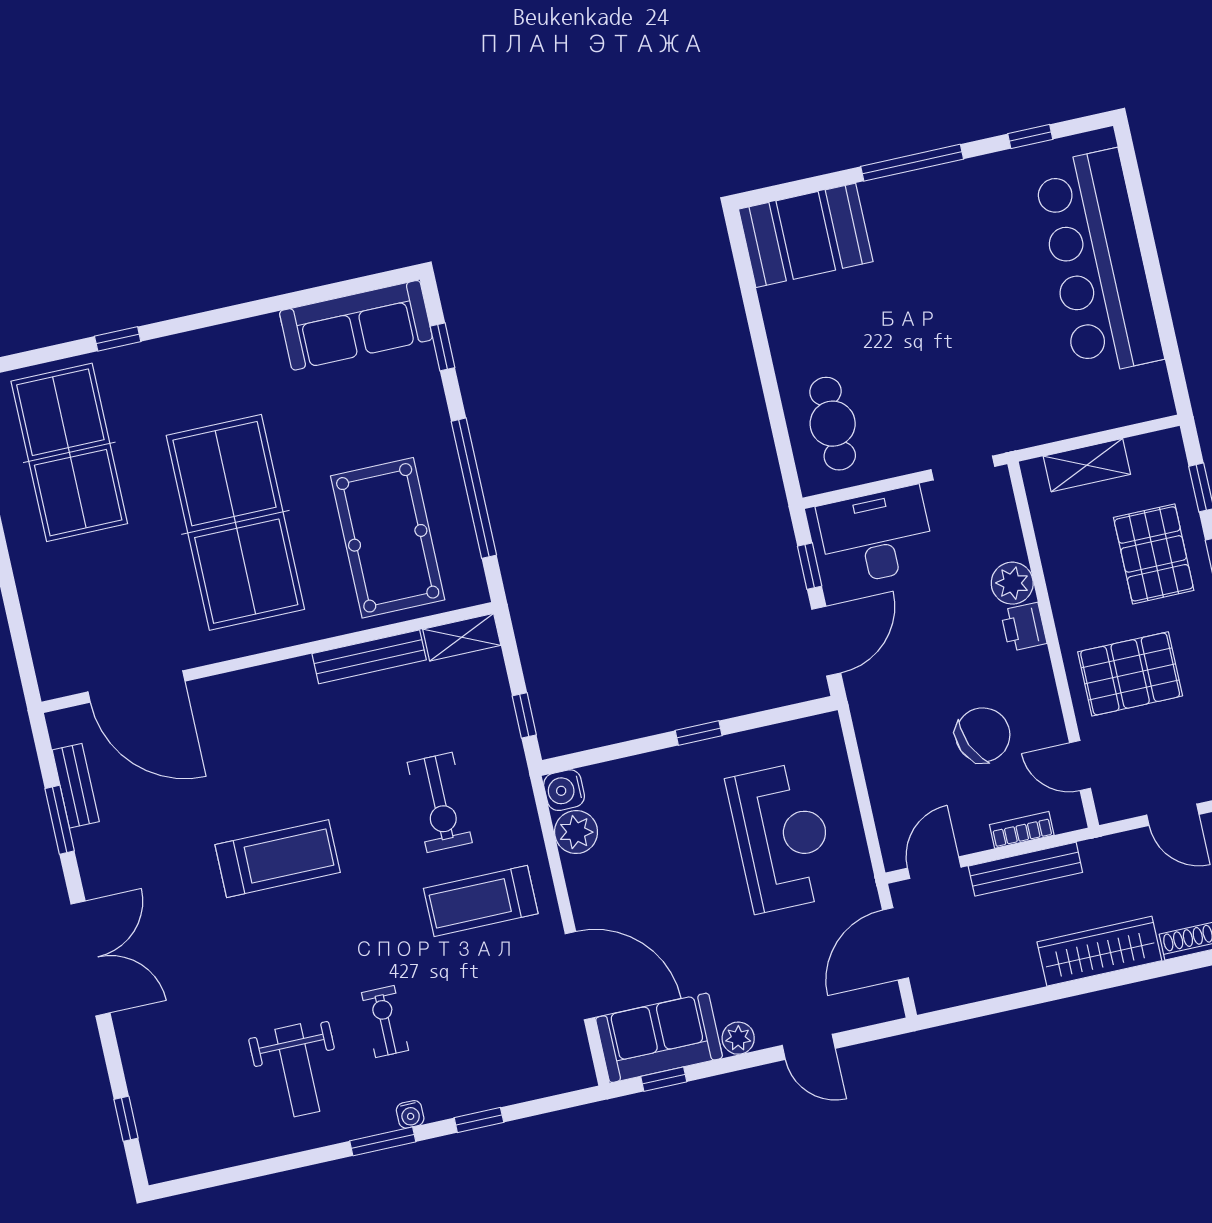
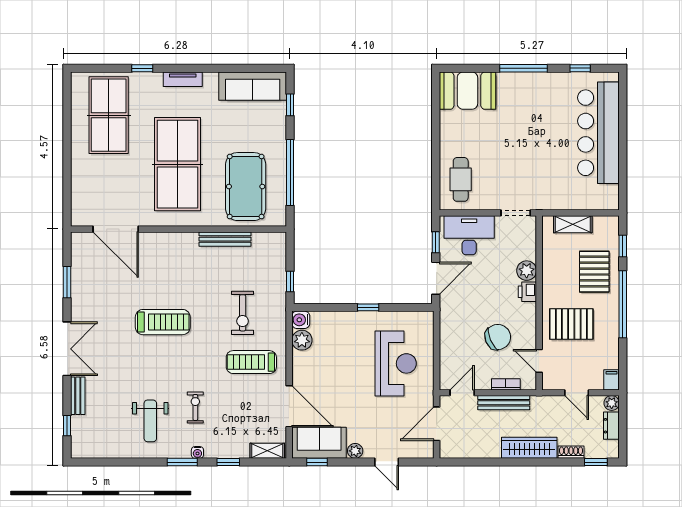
tv unit: (207, 343) -> (183, 79), added
shelving: (462, 637) -> (267, 451), moved
bench: (76, 786) -> (78, 396), moved

